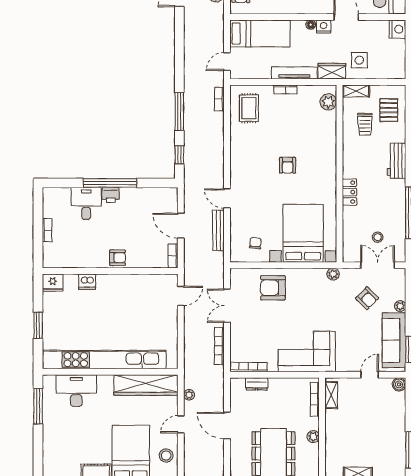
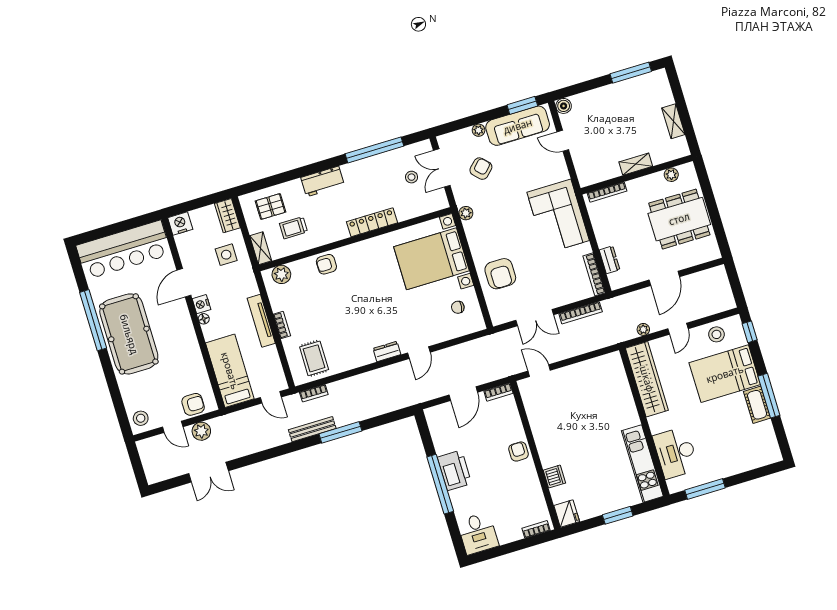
wardrobe: (332, 71) -> (227, 216), moved
rug: (249, 108) -> (314, 358), turned 90
trolley: (365, 124) -> (294, 228), turned 180
window: (179, 155) -> (387, 418), removed
armchair: (288, 165) -> (326, 264), moved, turned 180
dresser: (236, 172) -> (387, 351), added
locker: (349, 192) -> (372, 222), width x1.53
printer: (111, 195) -> (454, 470), width x1.87, depth x1.48
desk: (86, 203) -> (478, 533), moved, turned -90
bookcase: (47, 230) -> (536, 529), moved
bench: (218, 230) -> (312, 429), moved
kitchen unit: (104, 360) -> (642, 464), width x0.54
shelving: (331, 395) -> (636, 164), moved
door: (181, 424) -> (678, 329), hinge flipped
plant: (313, 437) -> (671, 175), moved

